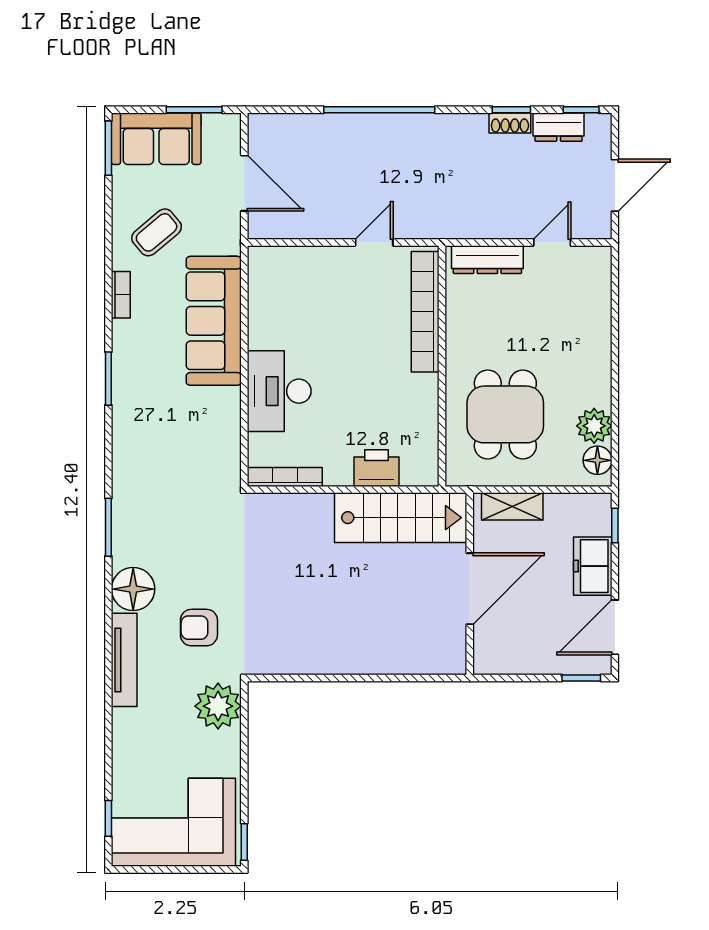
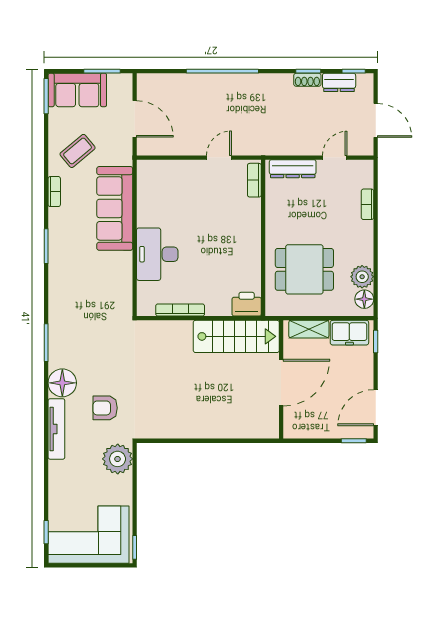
door: (615, 185) -> (376, 120), hinge flipped
bookcase: (425, 312) -> (254, 180), width x0.43, depth x0.76
bookcase: (602, 314) -> (367, 204), added
dining table: (505, 414) -> (304, 269), turned 90
printer: (376, 468) -> (247, 304), moved
bookcase: (285, 477) -> (180, 310), moved
freezer: (593, 566) -> (349, 333), moved, turned -90

